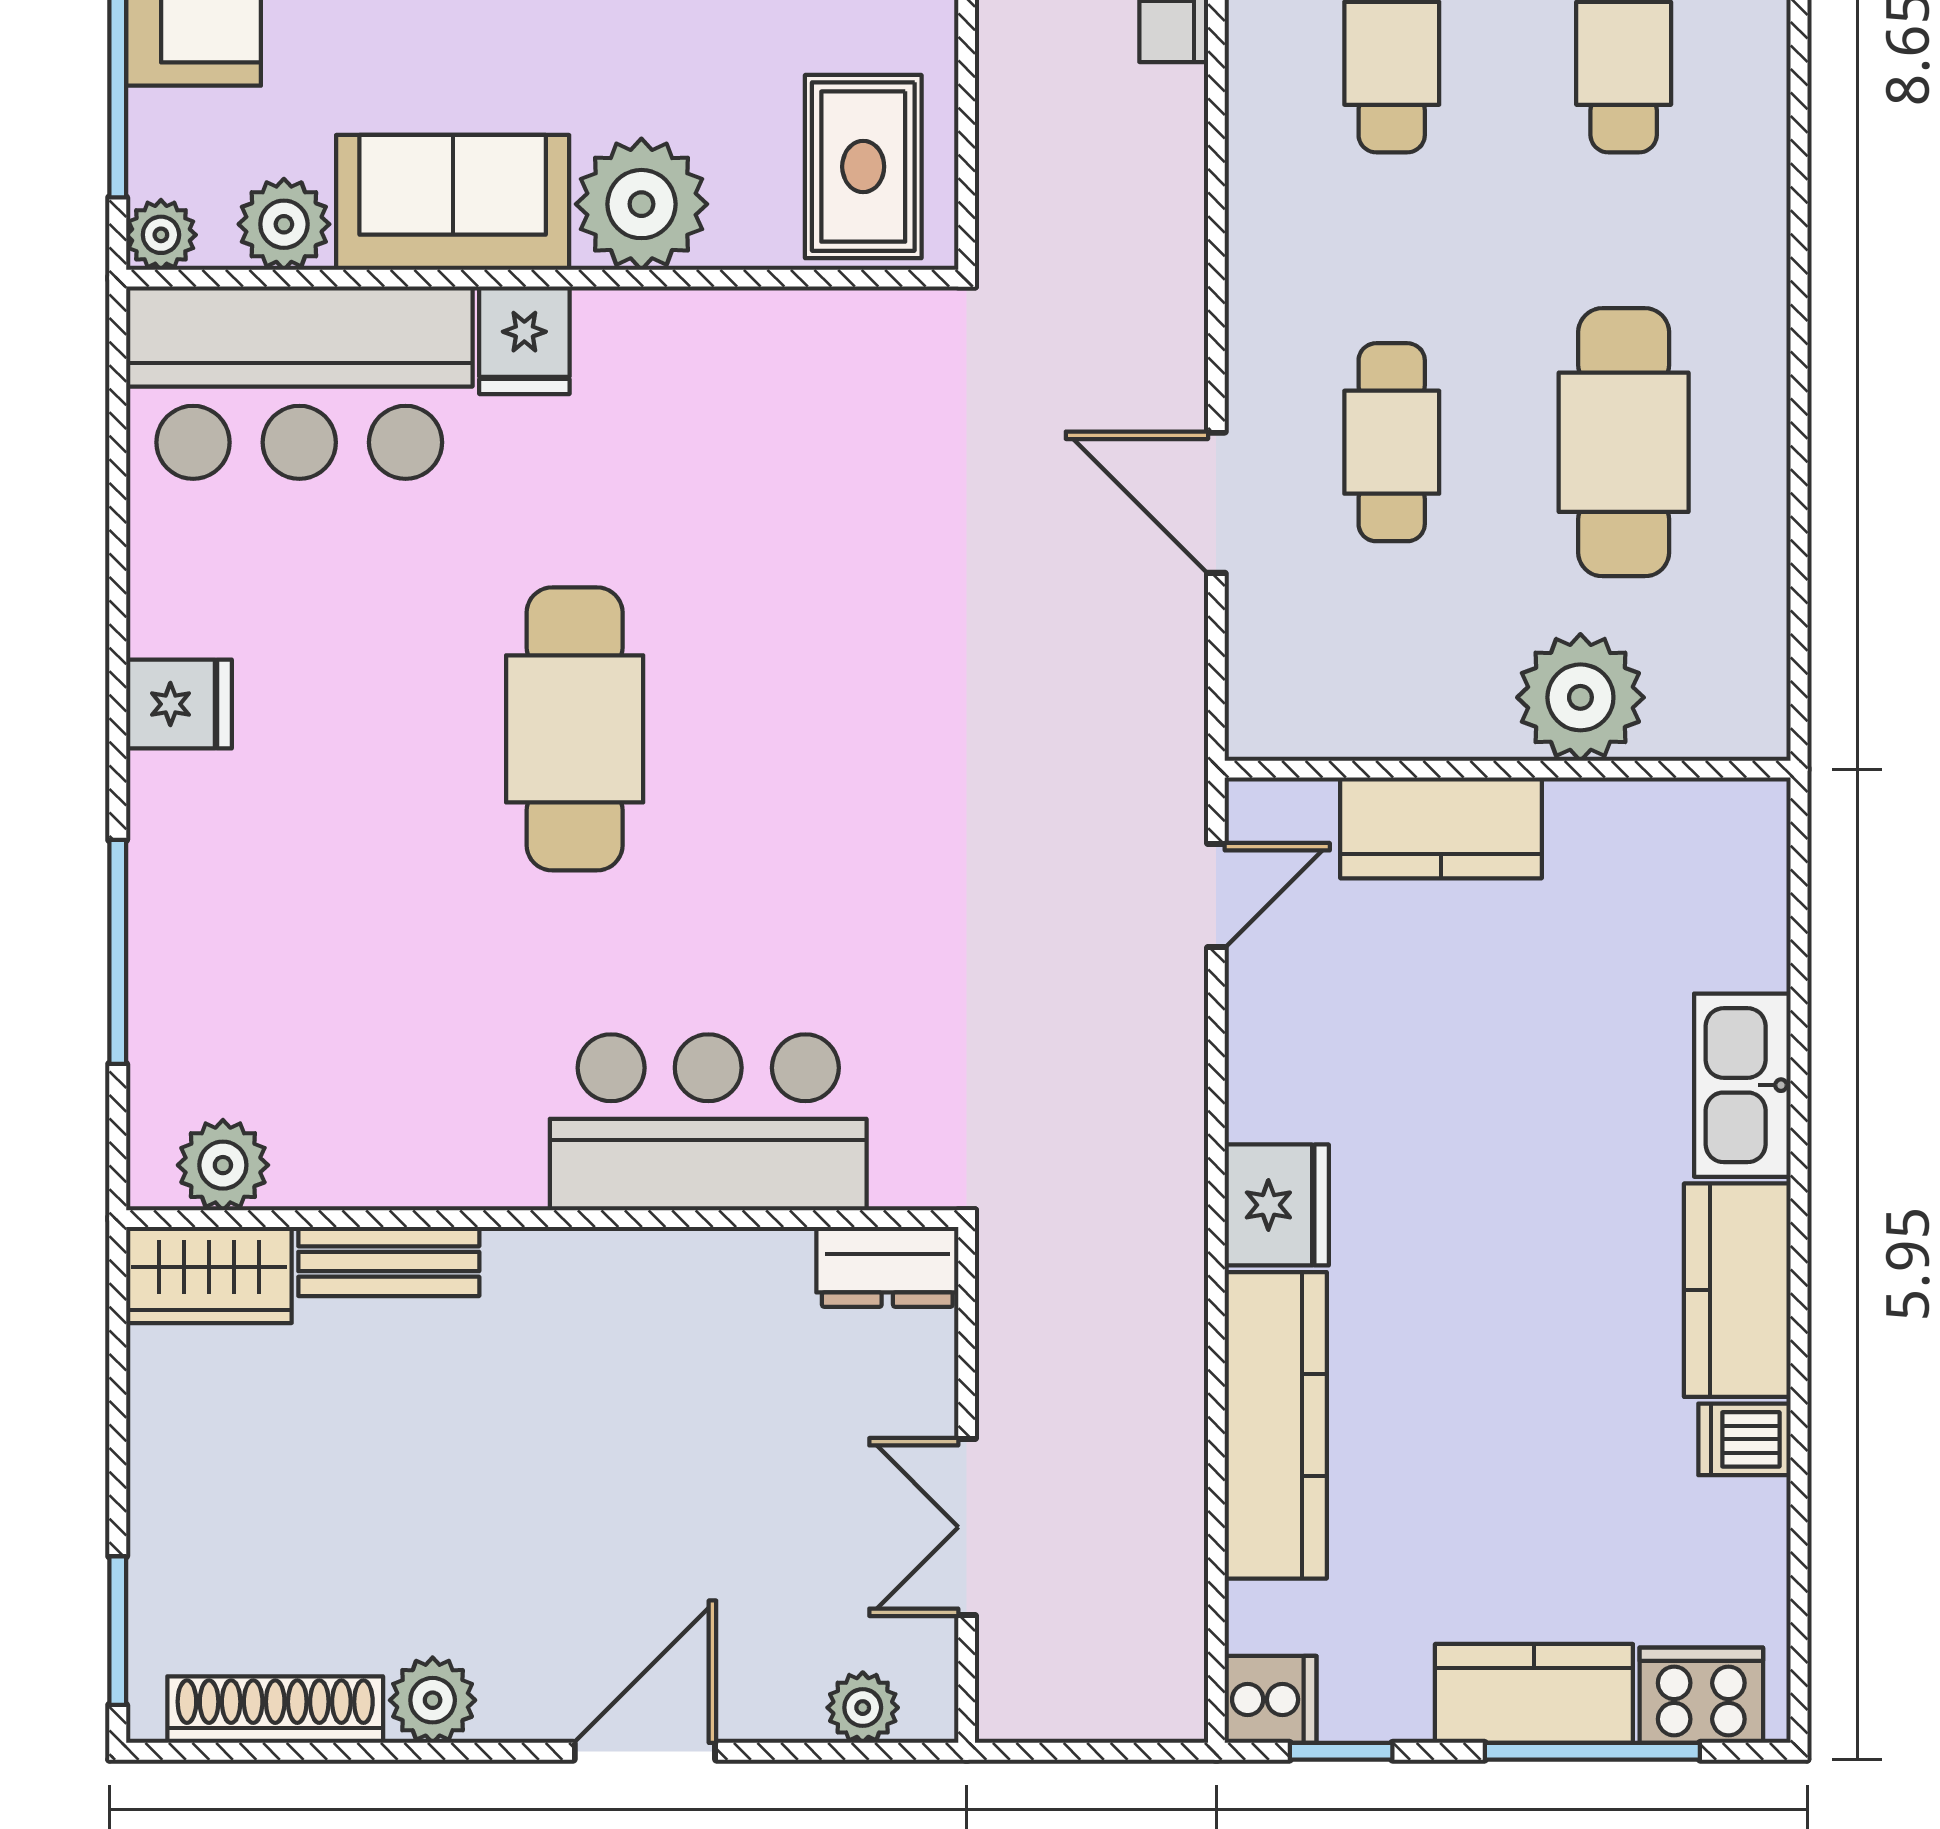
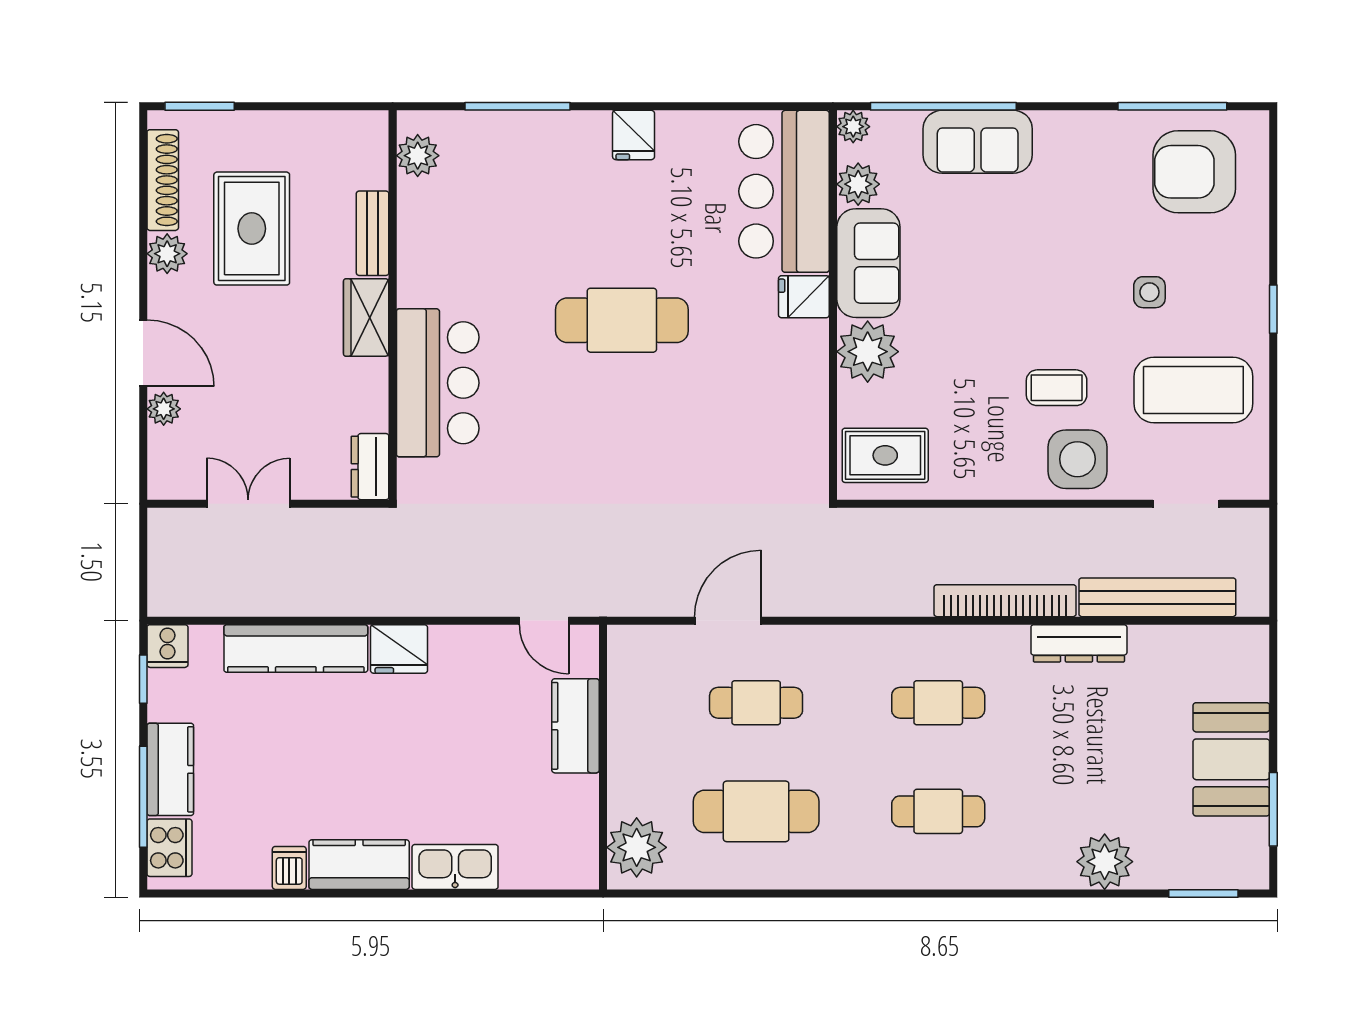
plant: (1580, 697) -> (637, 847), moved
wardrobe: (209, 1275) -> (366, 317), moved
rug: (379, 1519) -> (252, 229), added
plant: (863, 1708) -> (164, 409), moved

